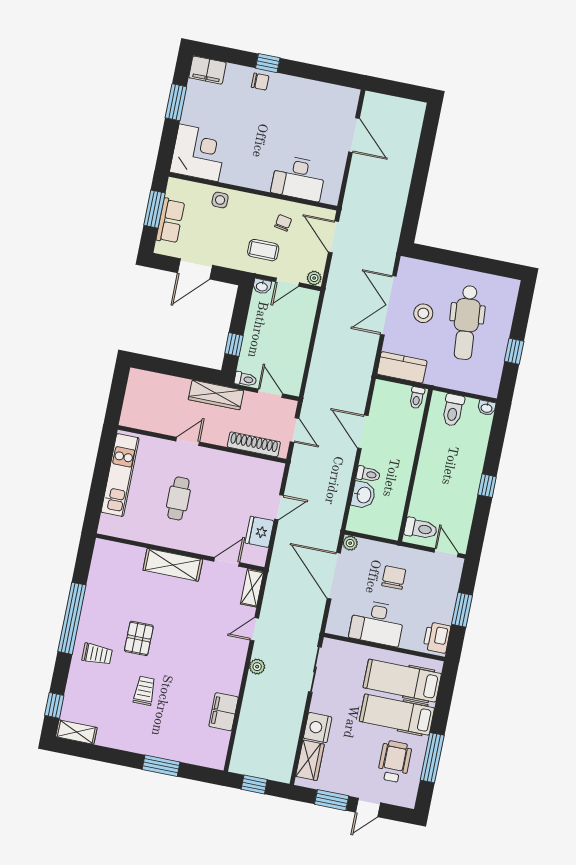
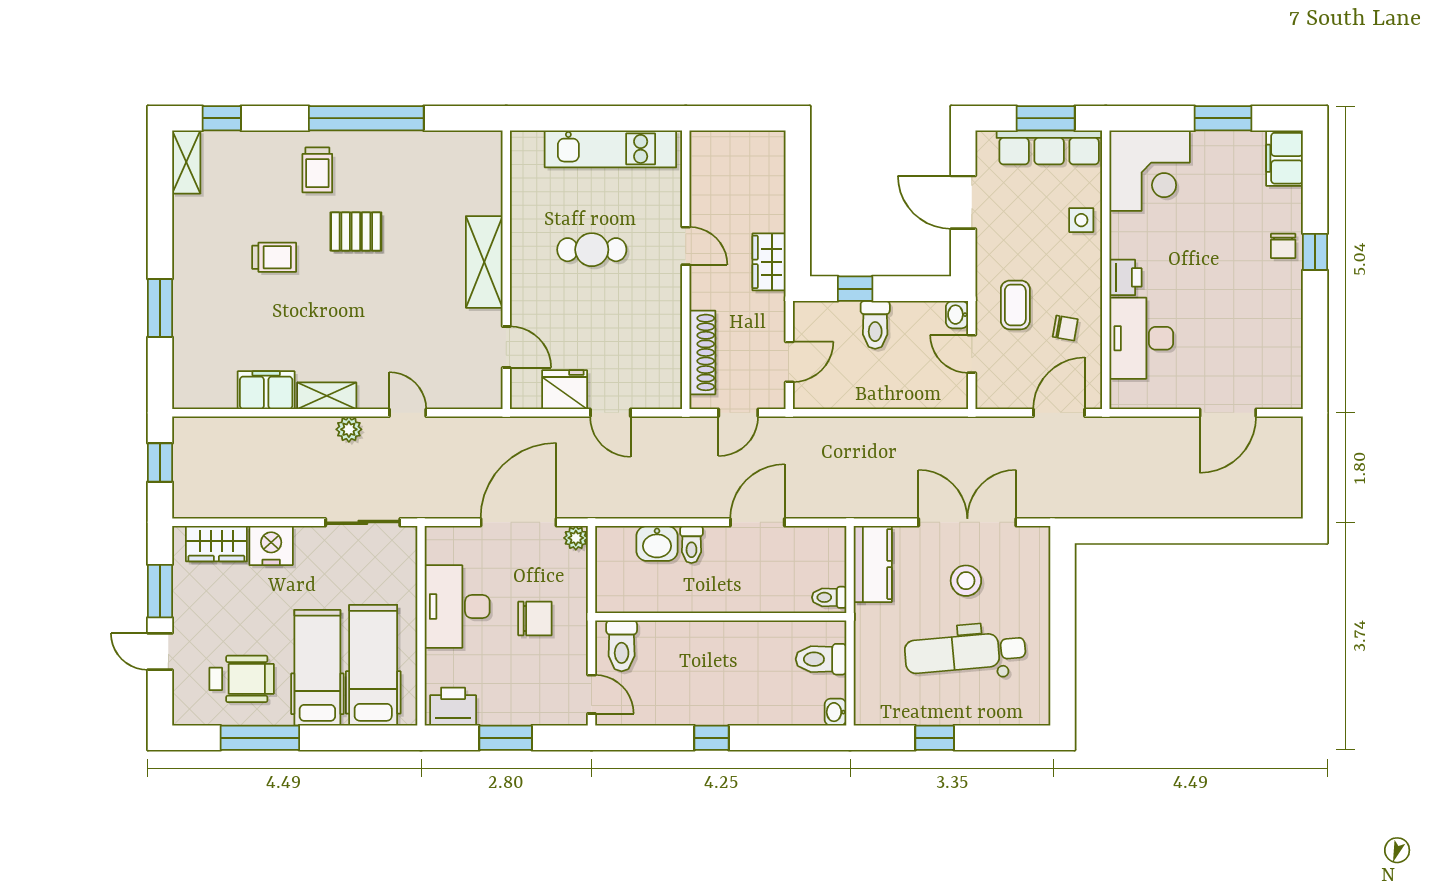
printer: (260, 180) -> (1125, 277), added
row of seats: (170, 221) -> (1049, 147), width x1.48
plant: (314, 278) -> (987, 395), removed
toilet: (245, 379) -> (875, 325), moved, width x1.37, depth x1.39
wardrobe: (216, 395) -> (769, 262), width x0.67
door: (446, 553) -> (591, 694), hinge flipped
shelving: (252, 588) -> (327, 396), moved

